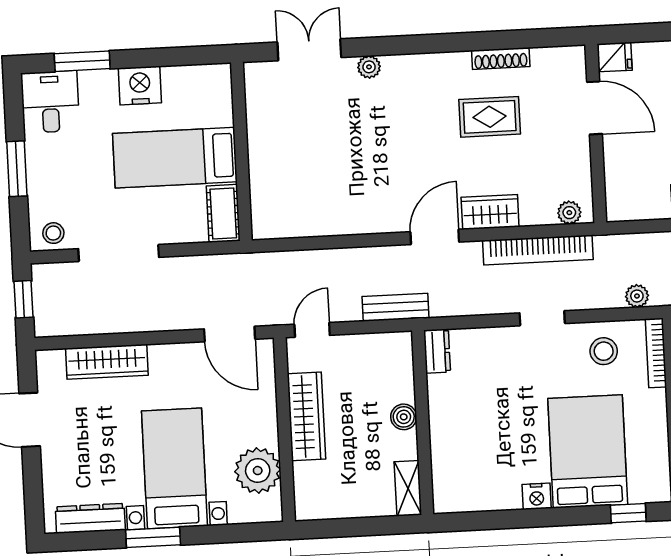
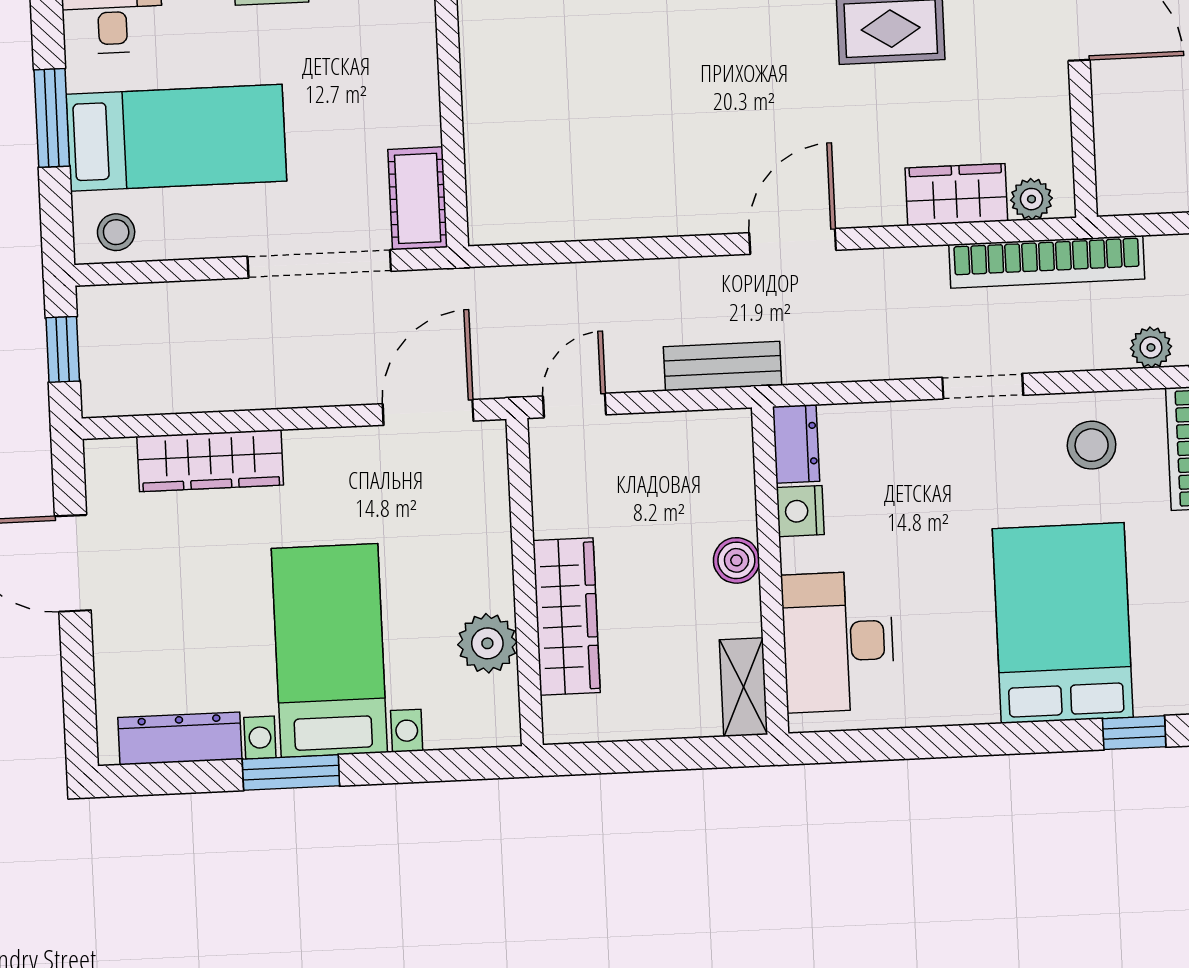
bed: (175, 158) -> (176, 138), moved, turned 180
wardrobe: (490, 212) -> (956, 195), moved
bookcase: (538, 250) -> (1047, 262), moved
doorway: (119, 253) -> (319, 264), moved
door: (230, 334) -> (428, 412), swing flipped
wardrobe: (306, 416) -> (567, 616), moved
desk: (461, 462) -> (838, 642), added
plant: (258, 471) -> (487, 643), width x0.73, depth x0.73
nightstand: (537, 496) -> (800, 511), moved, turned 90

